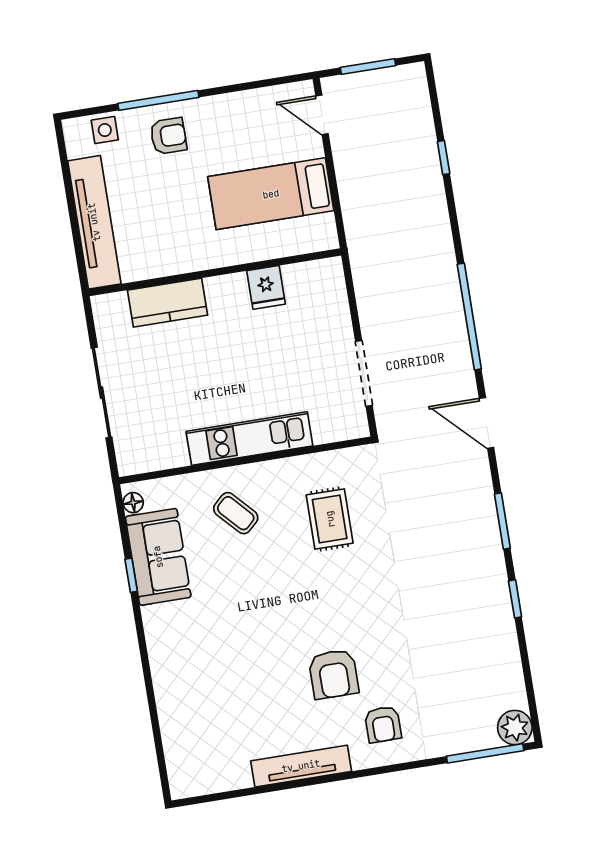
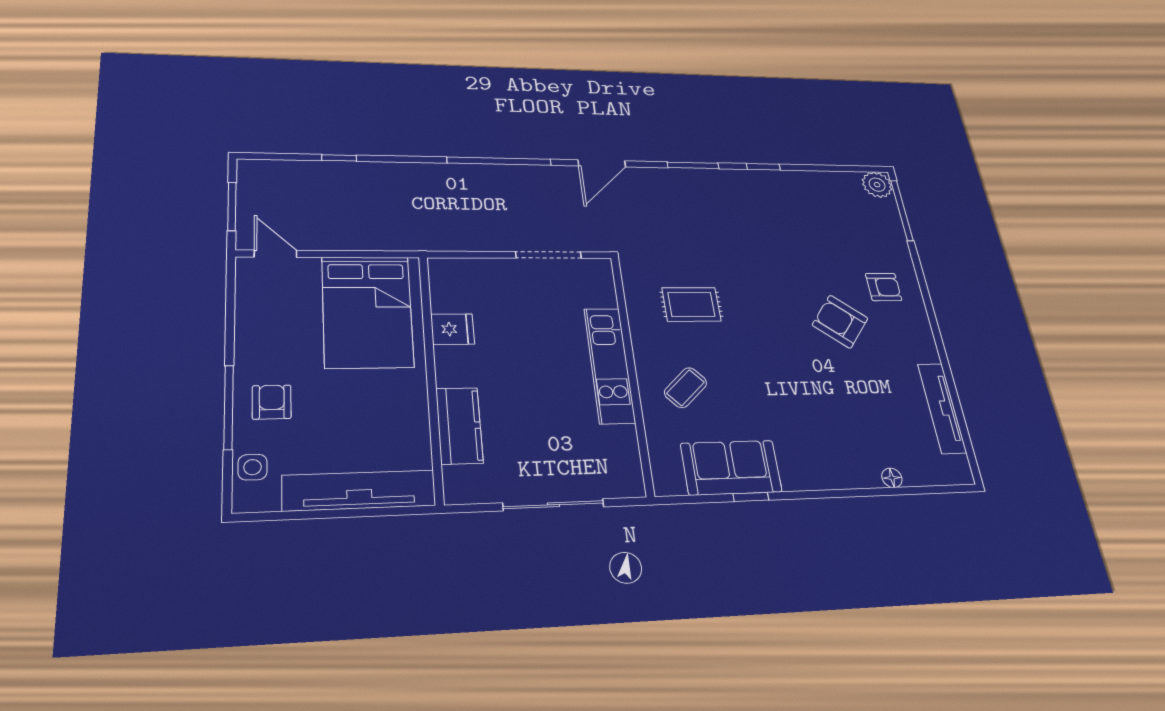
door: (322, 115) -> (276, 254), swing flipped
bed: (271, 194) -> (367, 311), width x1.50
floor lamp: (133, 503) -> (892, 478), moved
armchair: (334, 674) -> (840, 322), turned -142
tv unit: (301, 766) -> (942, 408), moved

